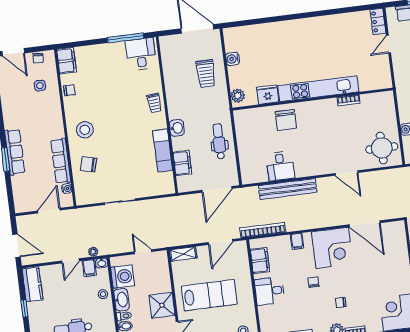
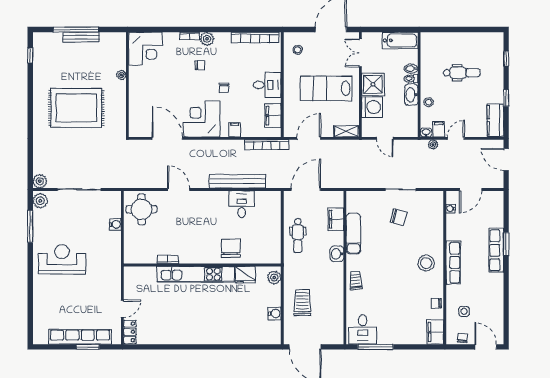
row of seats: (61, 161) -> (453, 263), moved
chair: (89, 164) -> (399, 217), moved
washing machine: (123, 277) -> (372, 107), moved, turned 180

